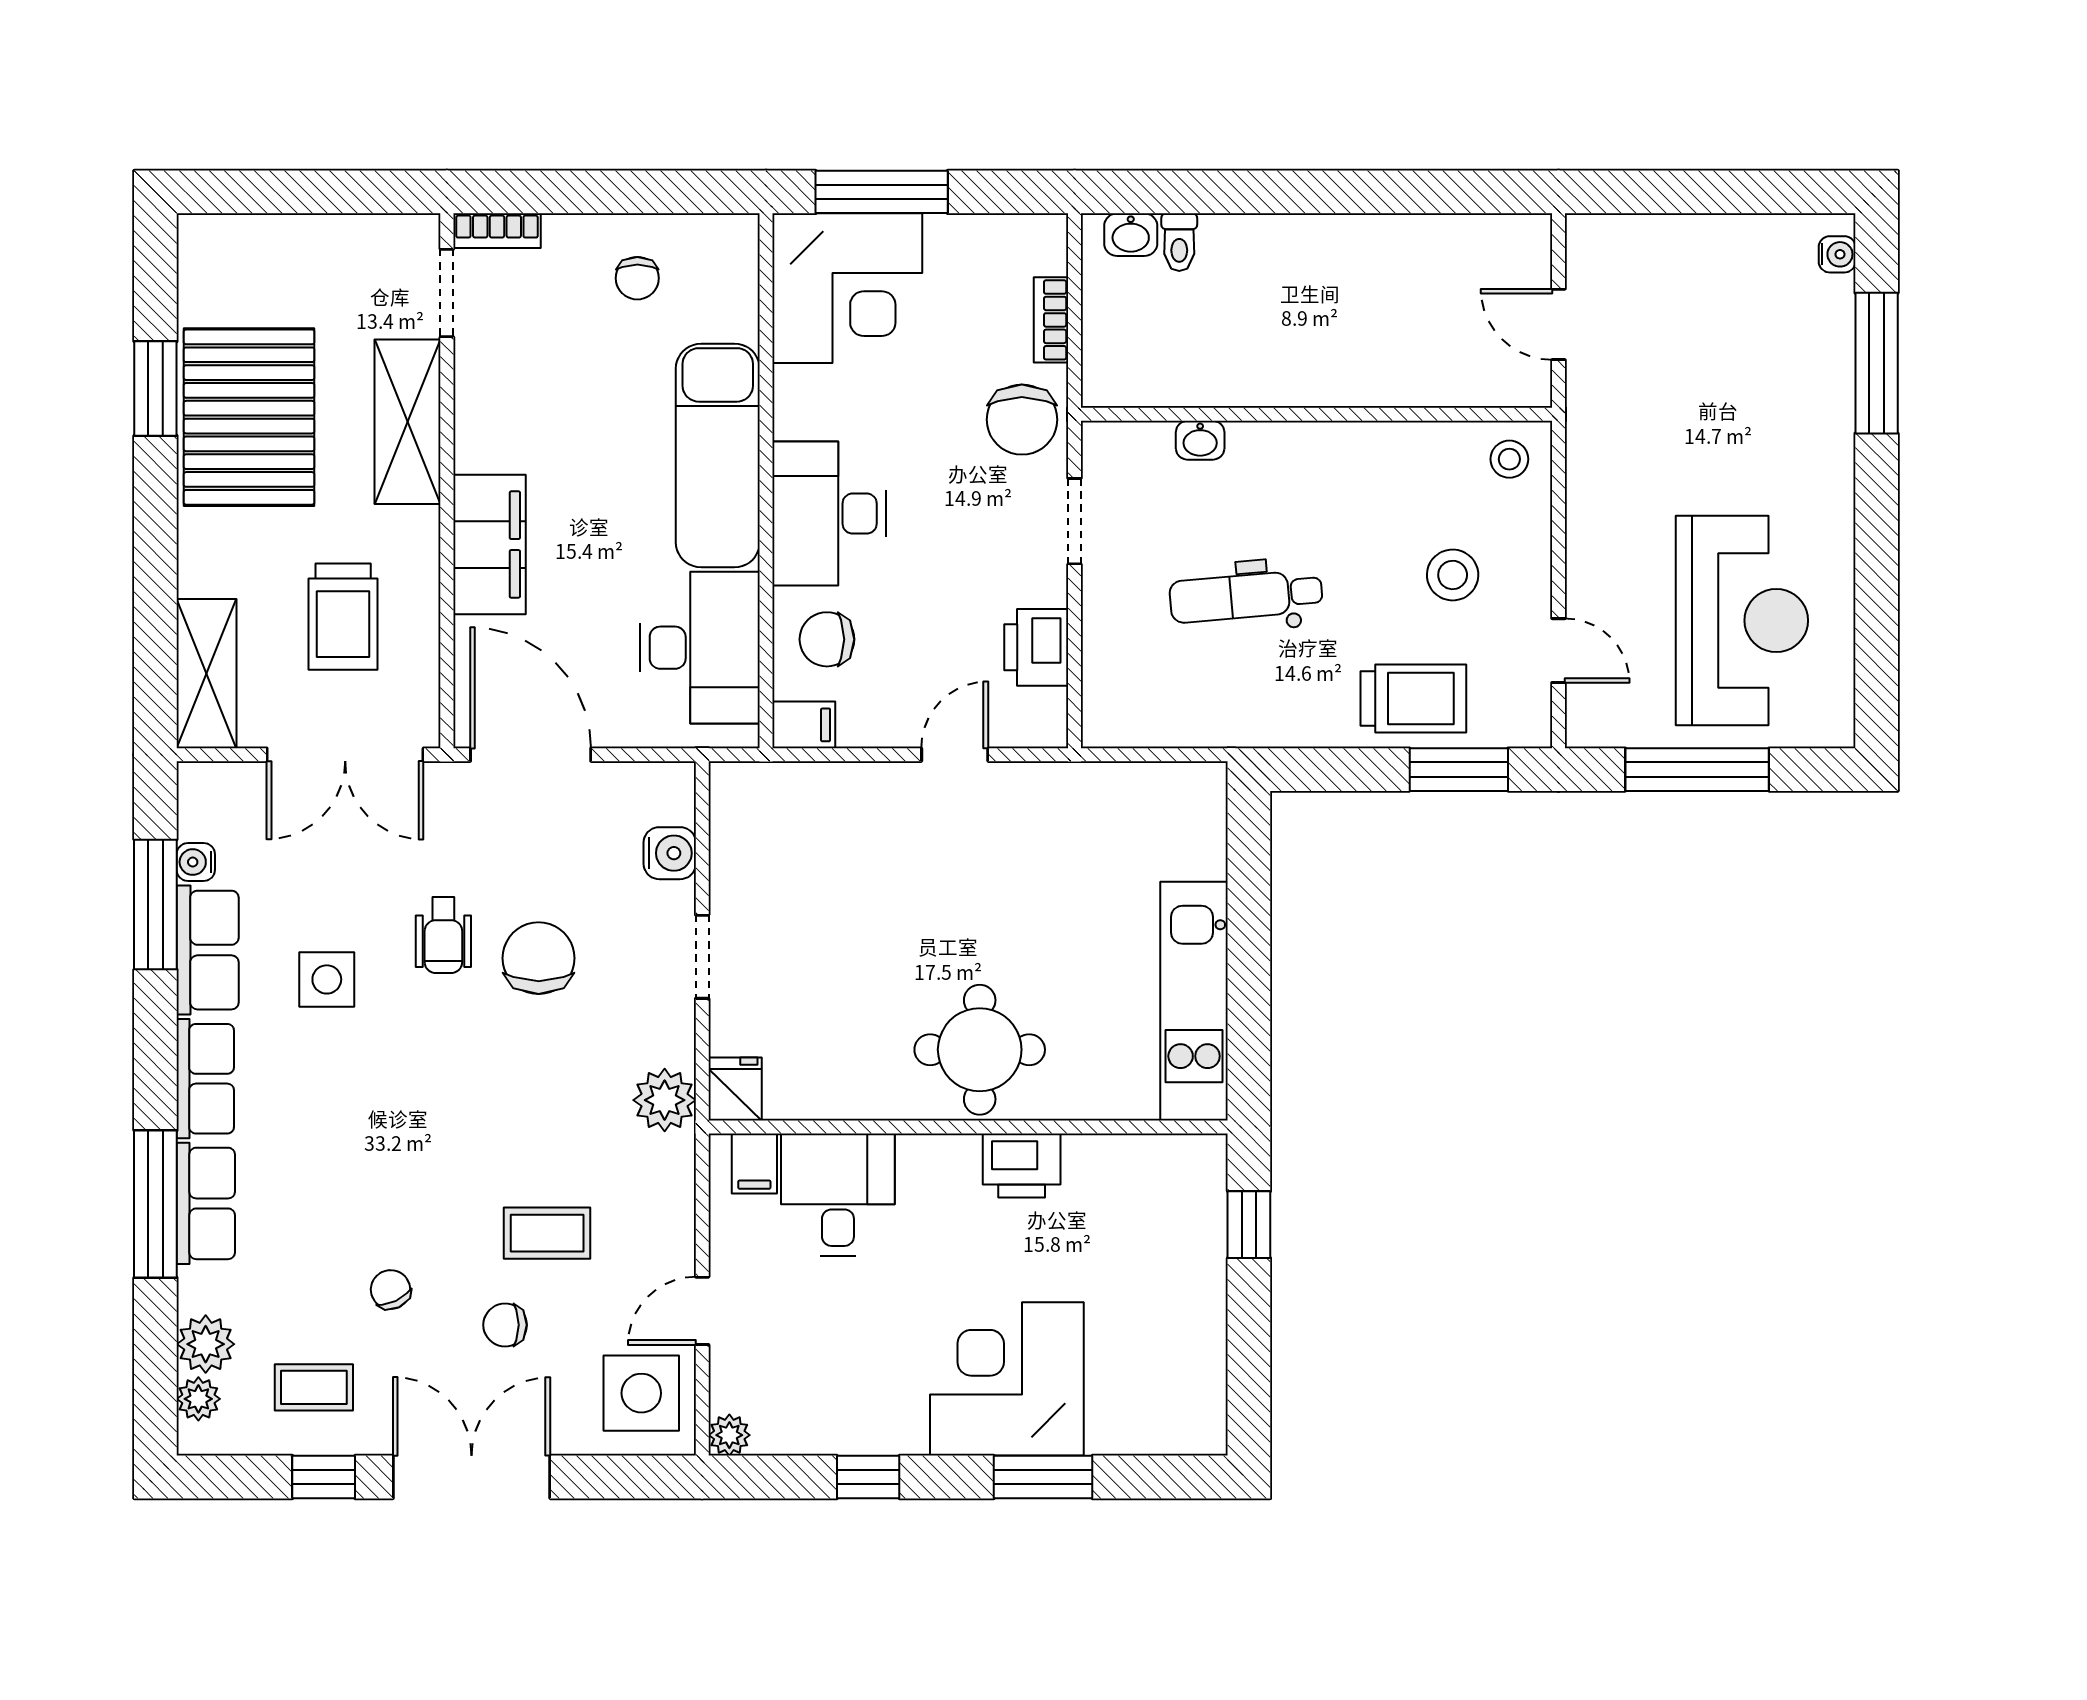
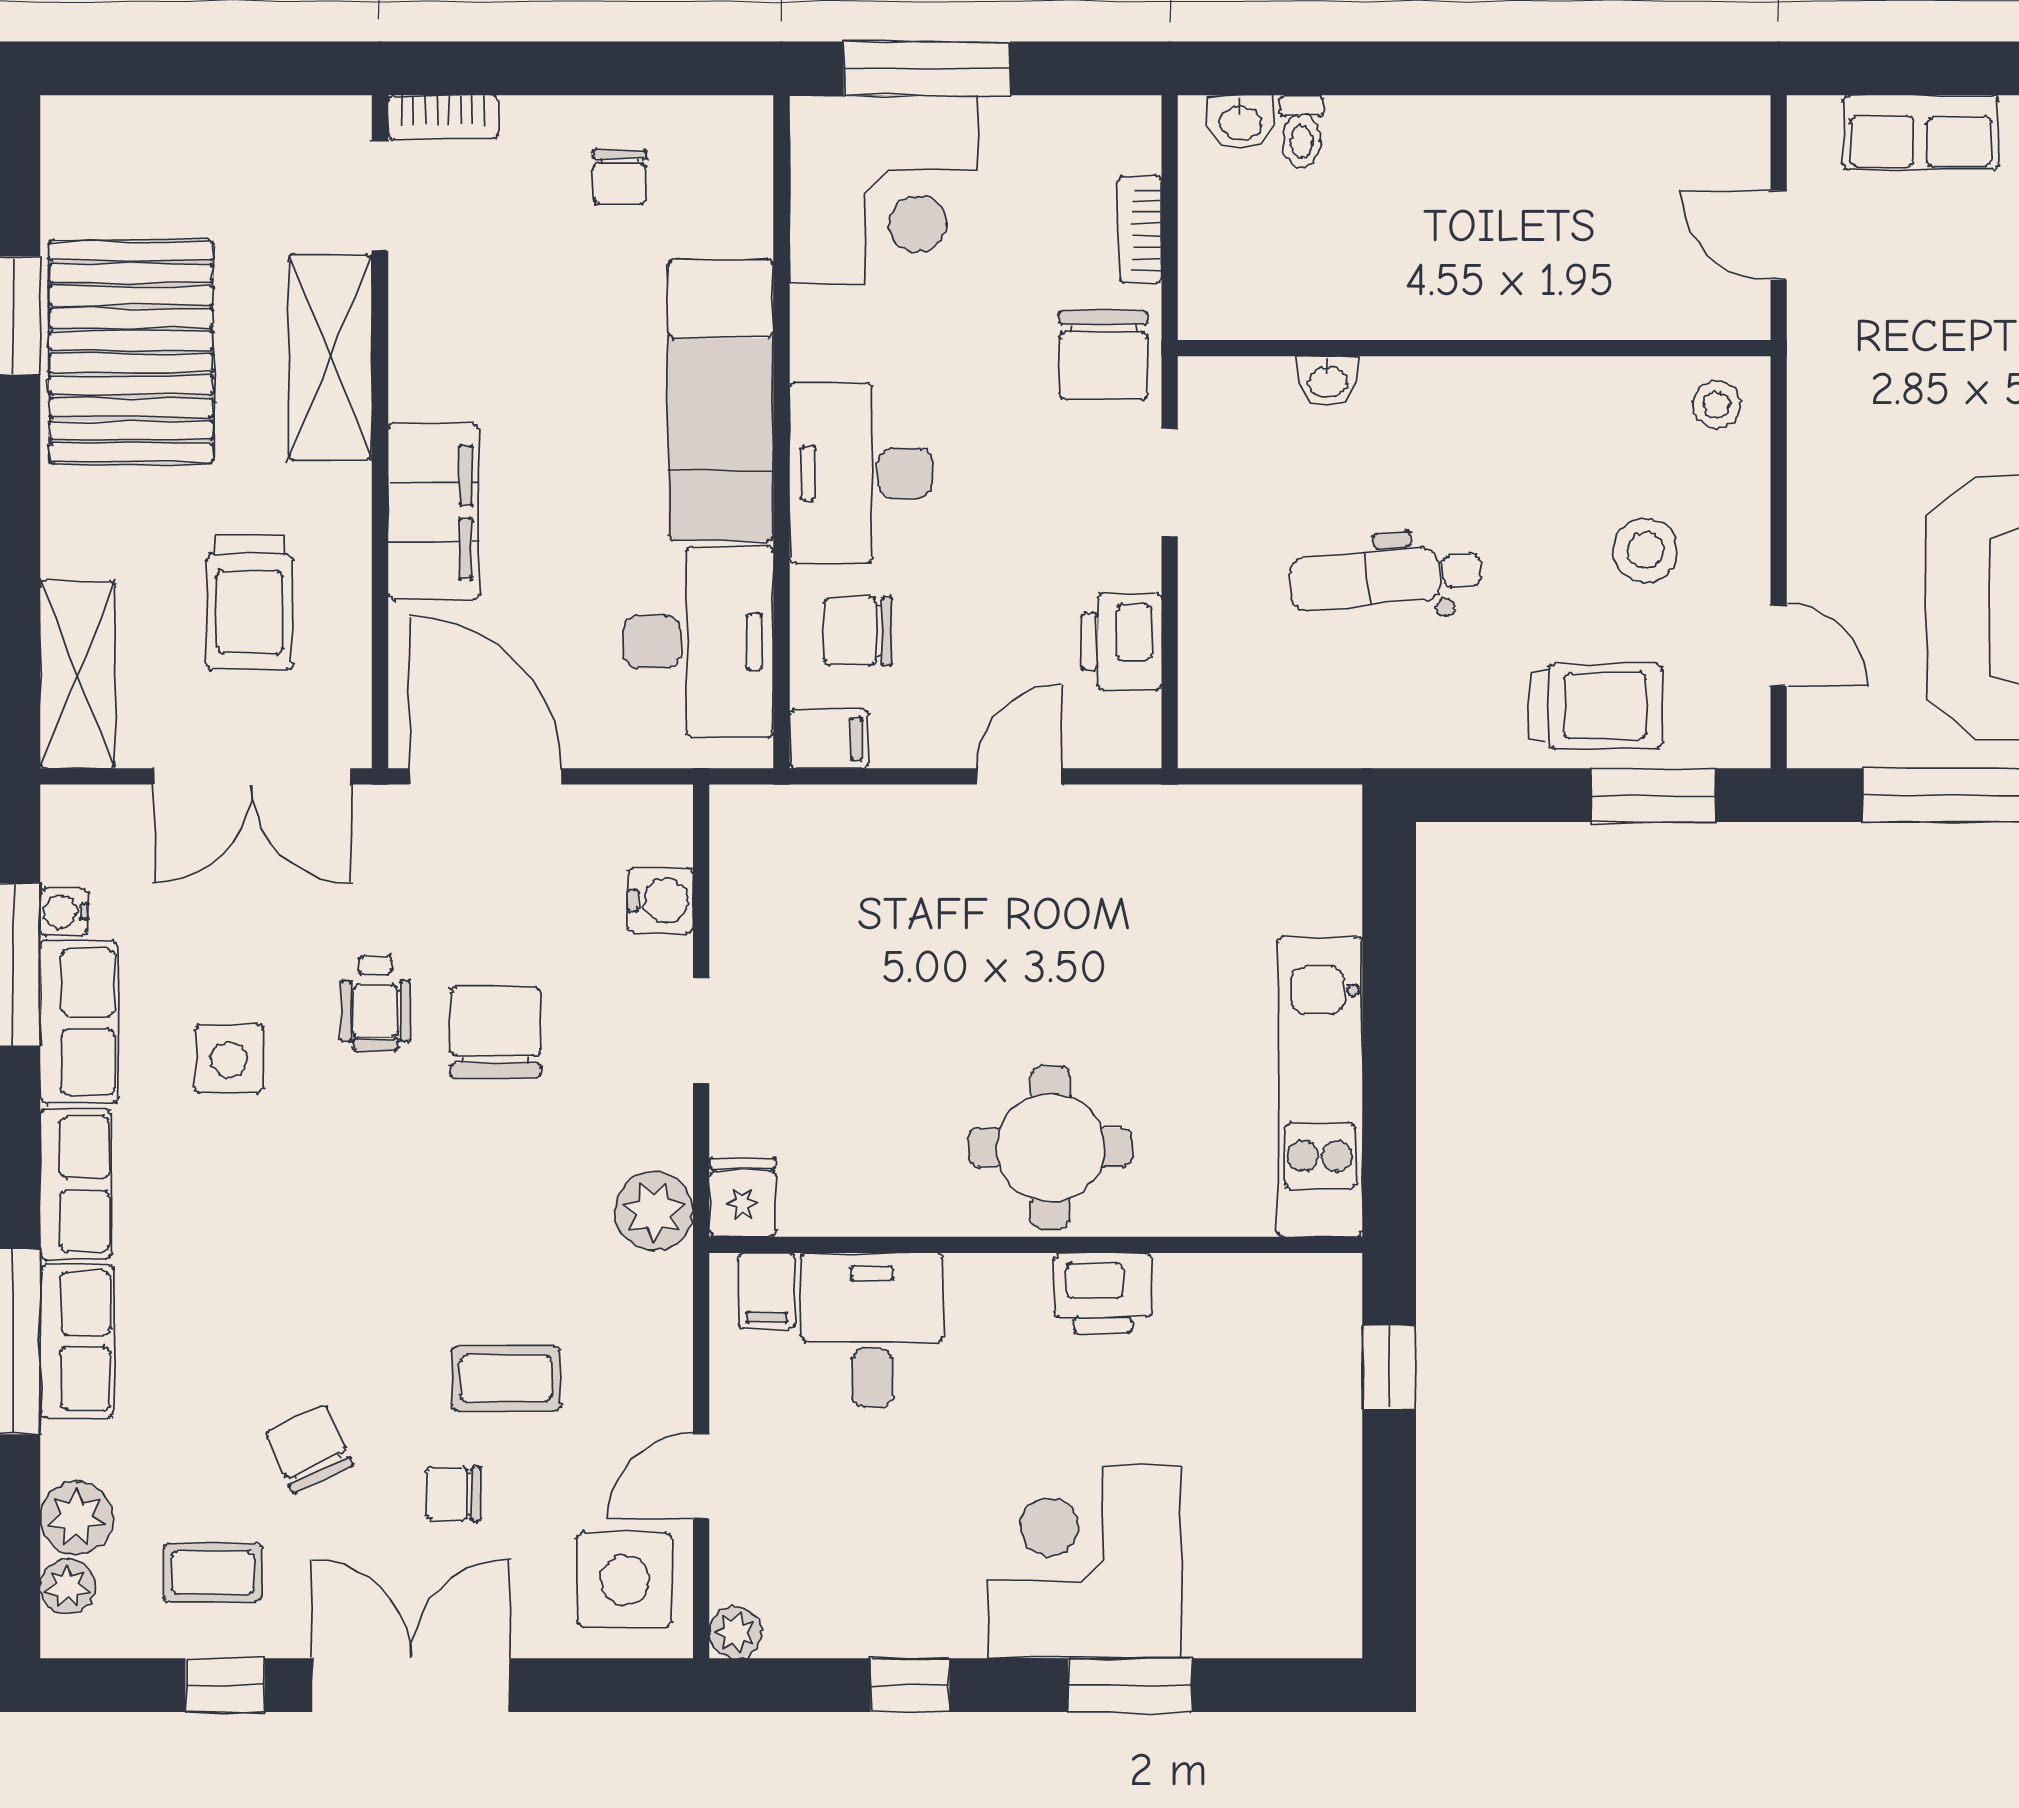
row of seats: (1671, 243) -> (1921, 133), added
chair: (390, 1290) -> (309, 1449), width x1.37, depth x1.37

